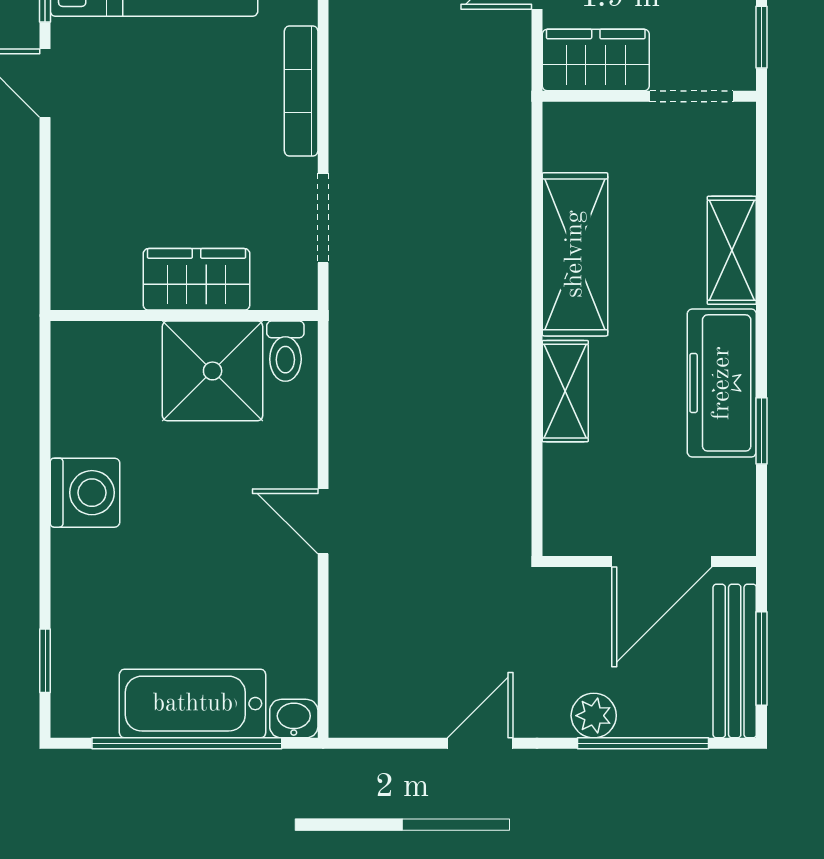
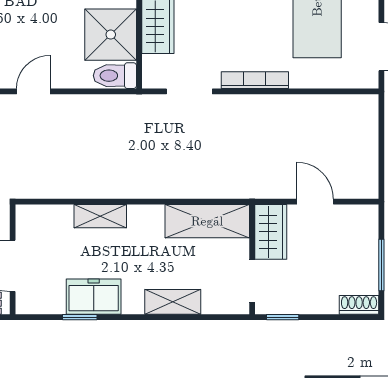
shelving: (575, 254) -> (207, 221), moved
toilet: (285, 351) -> (115, 76), width x1.37, depth x1.39
freezer: (722, 383) -> (94, 297), width x0.71

